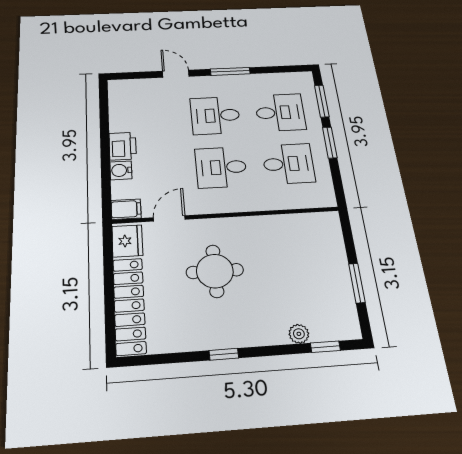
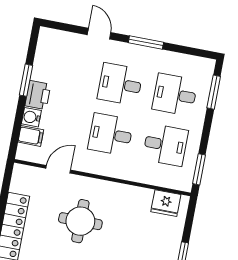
desk: (280, 112) -> (175, 95), turned 180
window: (105, 134) -> (26, 80), added
window: (330, 143) -> (199, 169), moved
filing cabinet: (126, 209) -> (31, 136), moved
fridge: (127, 241) -> (166, 203), moved, turned 90

